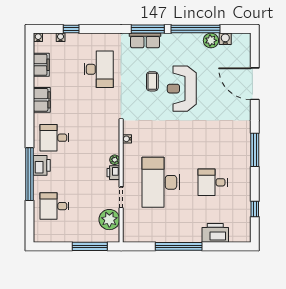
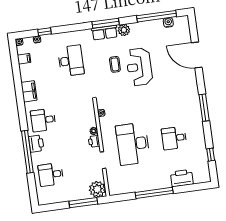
window: (195, 29) -> (157, 16), moved
plant: (211, 40) -> (124, 30), moved
filing cabinet: (41, 65) -> (24, 59), width x0.50
plant: (109, 220) -> (97, 189), moved

